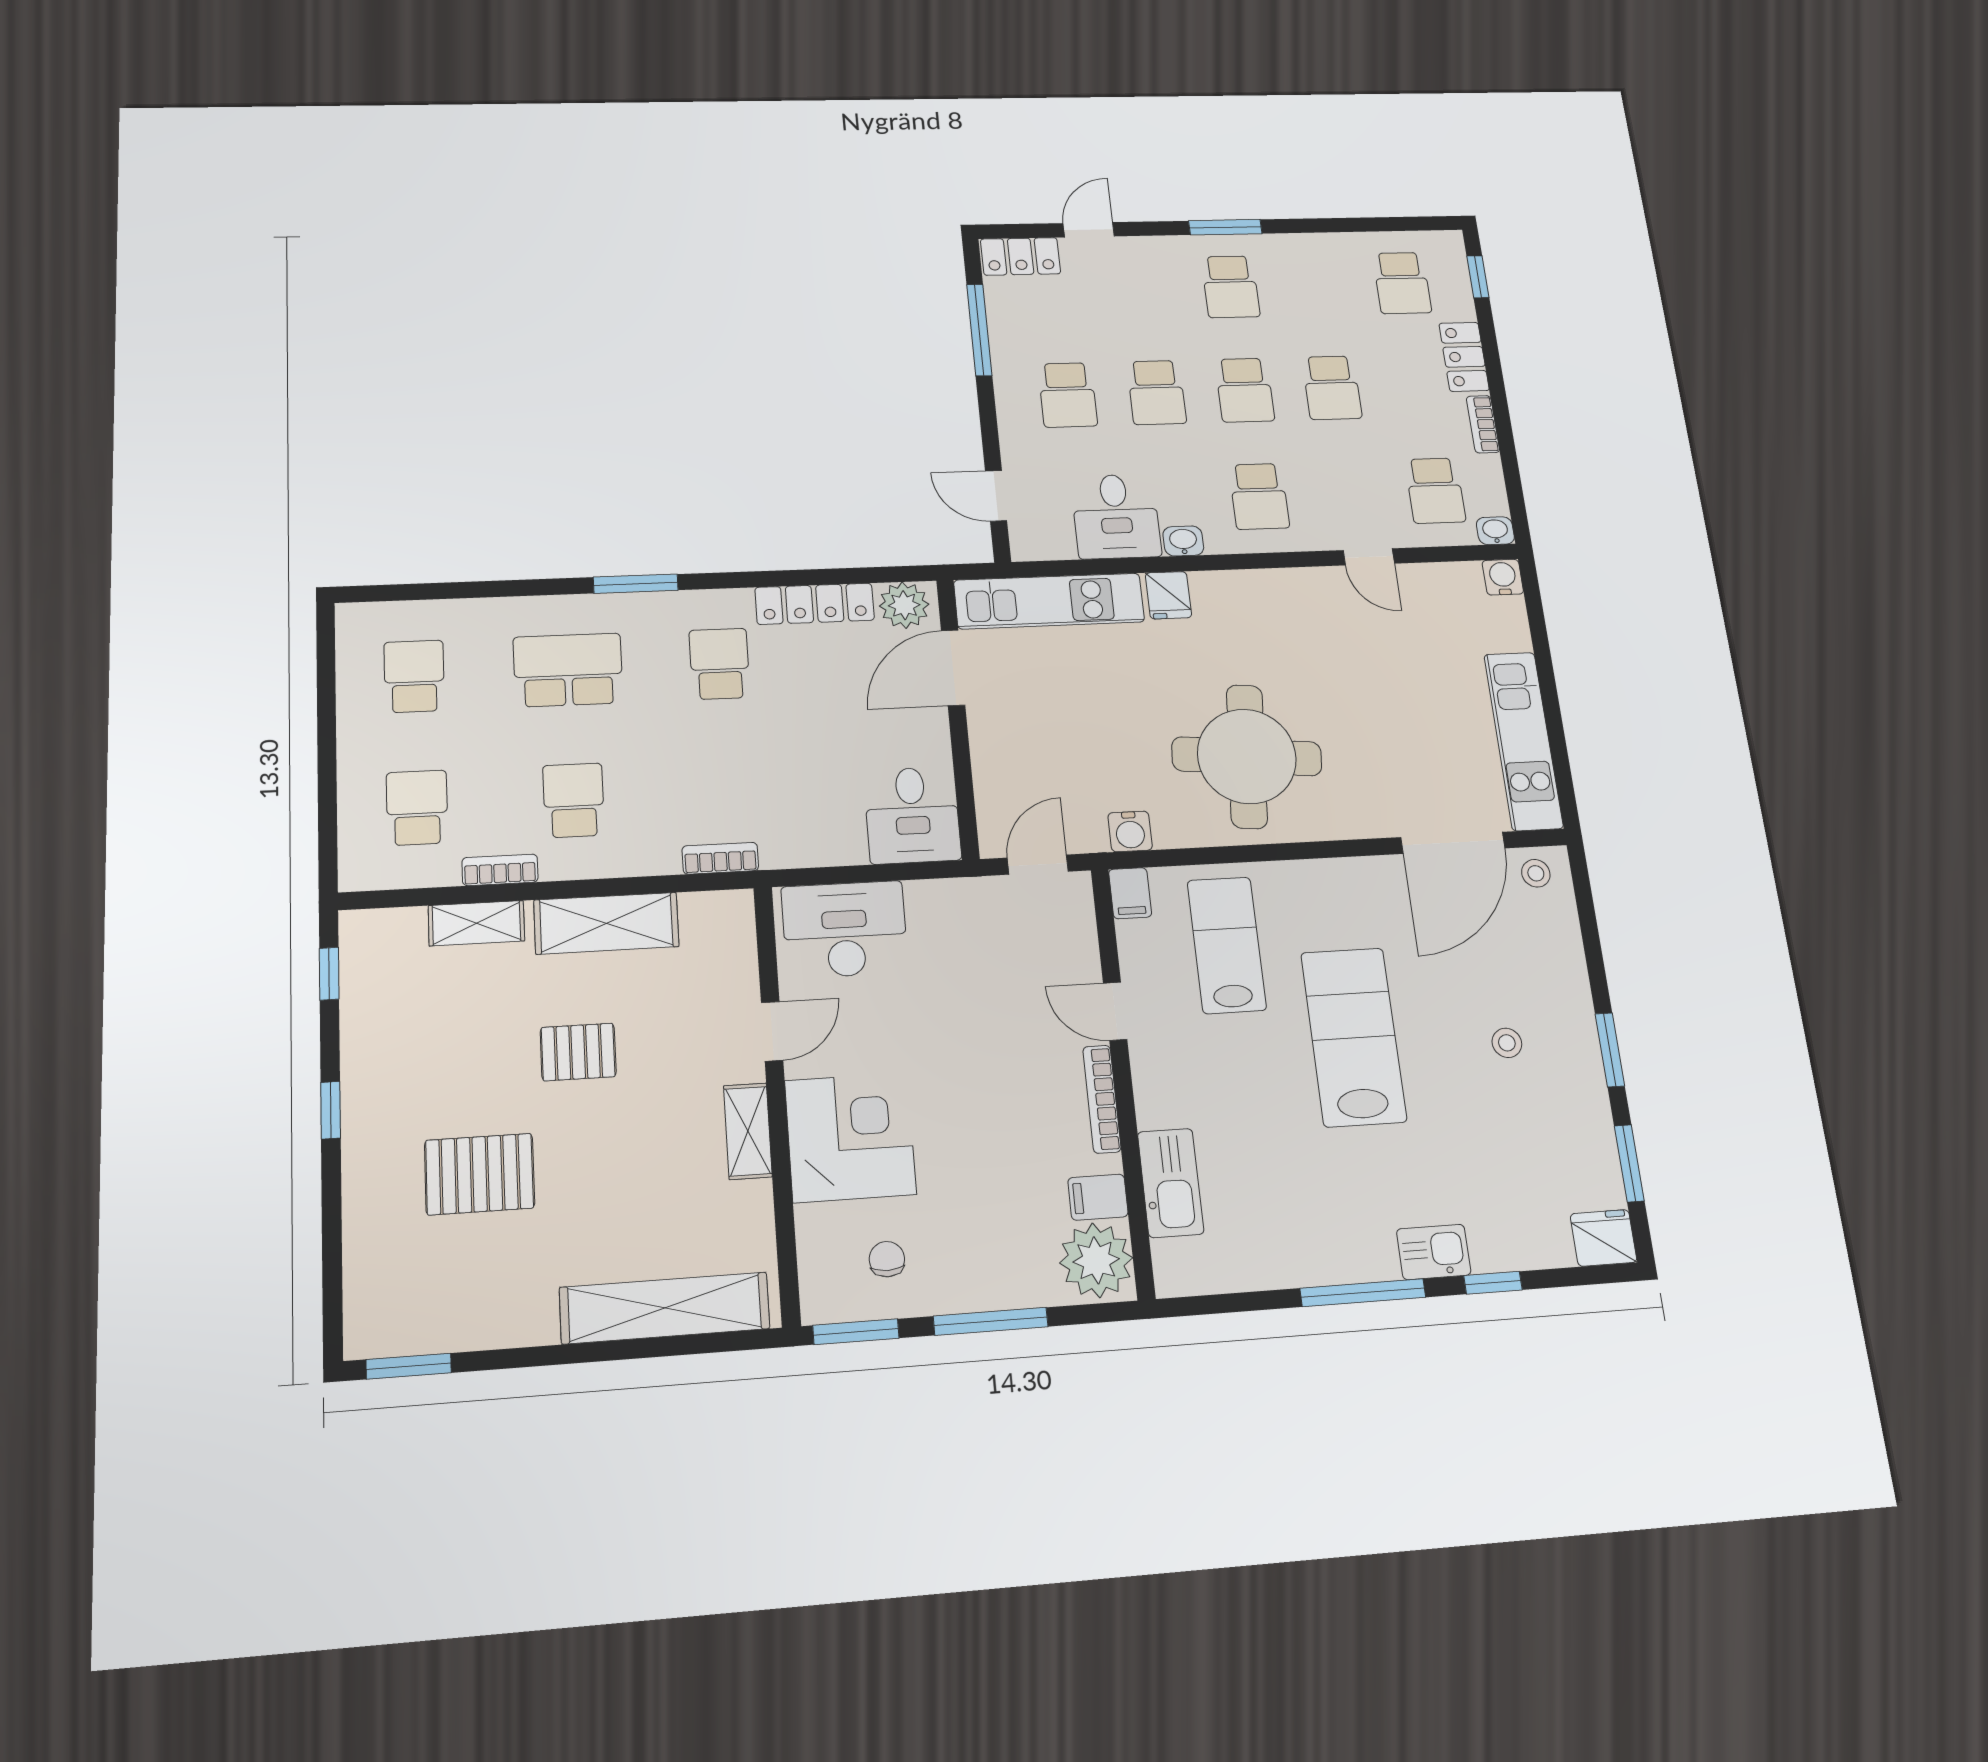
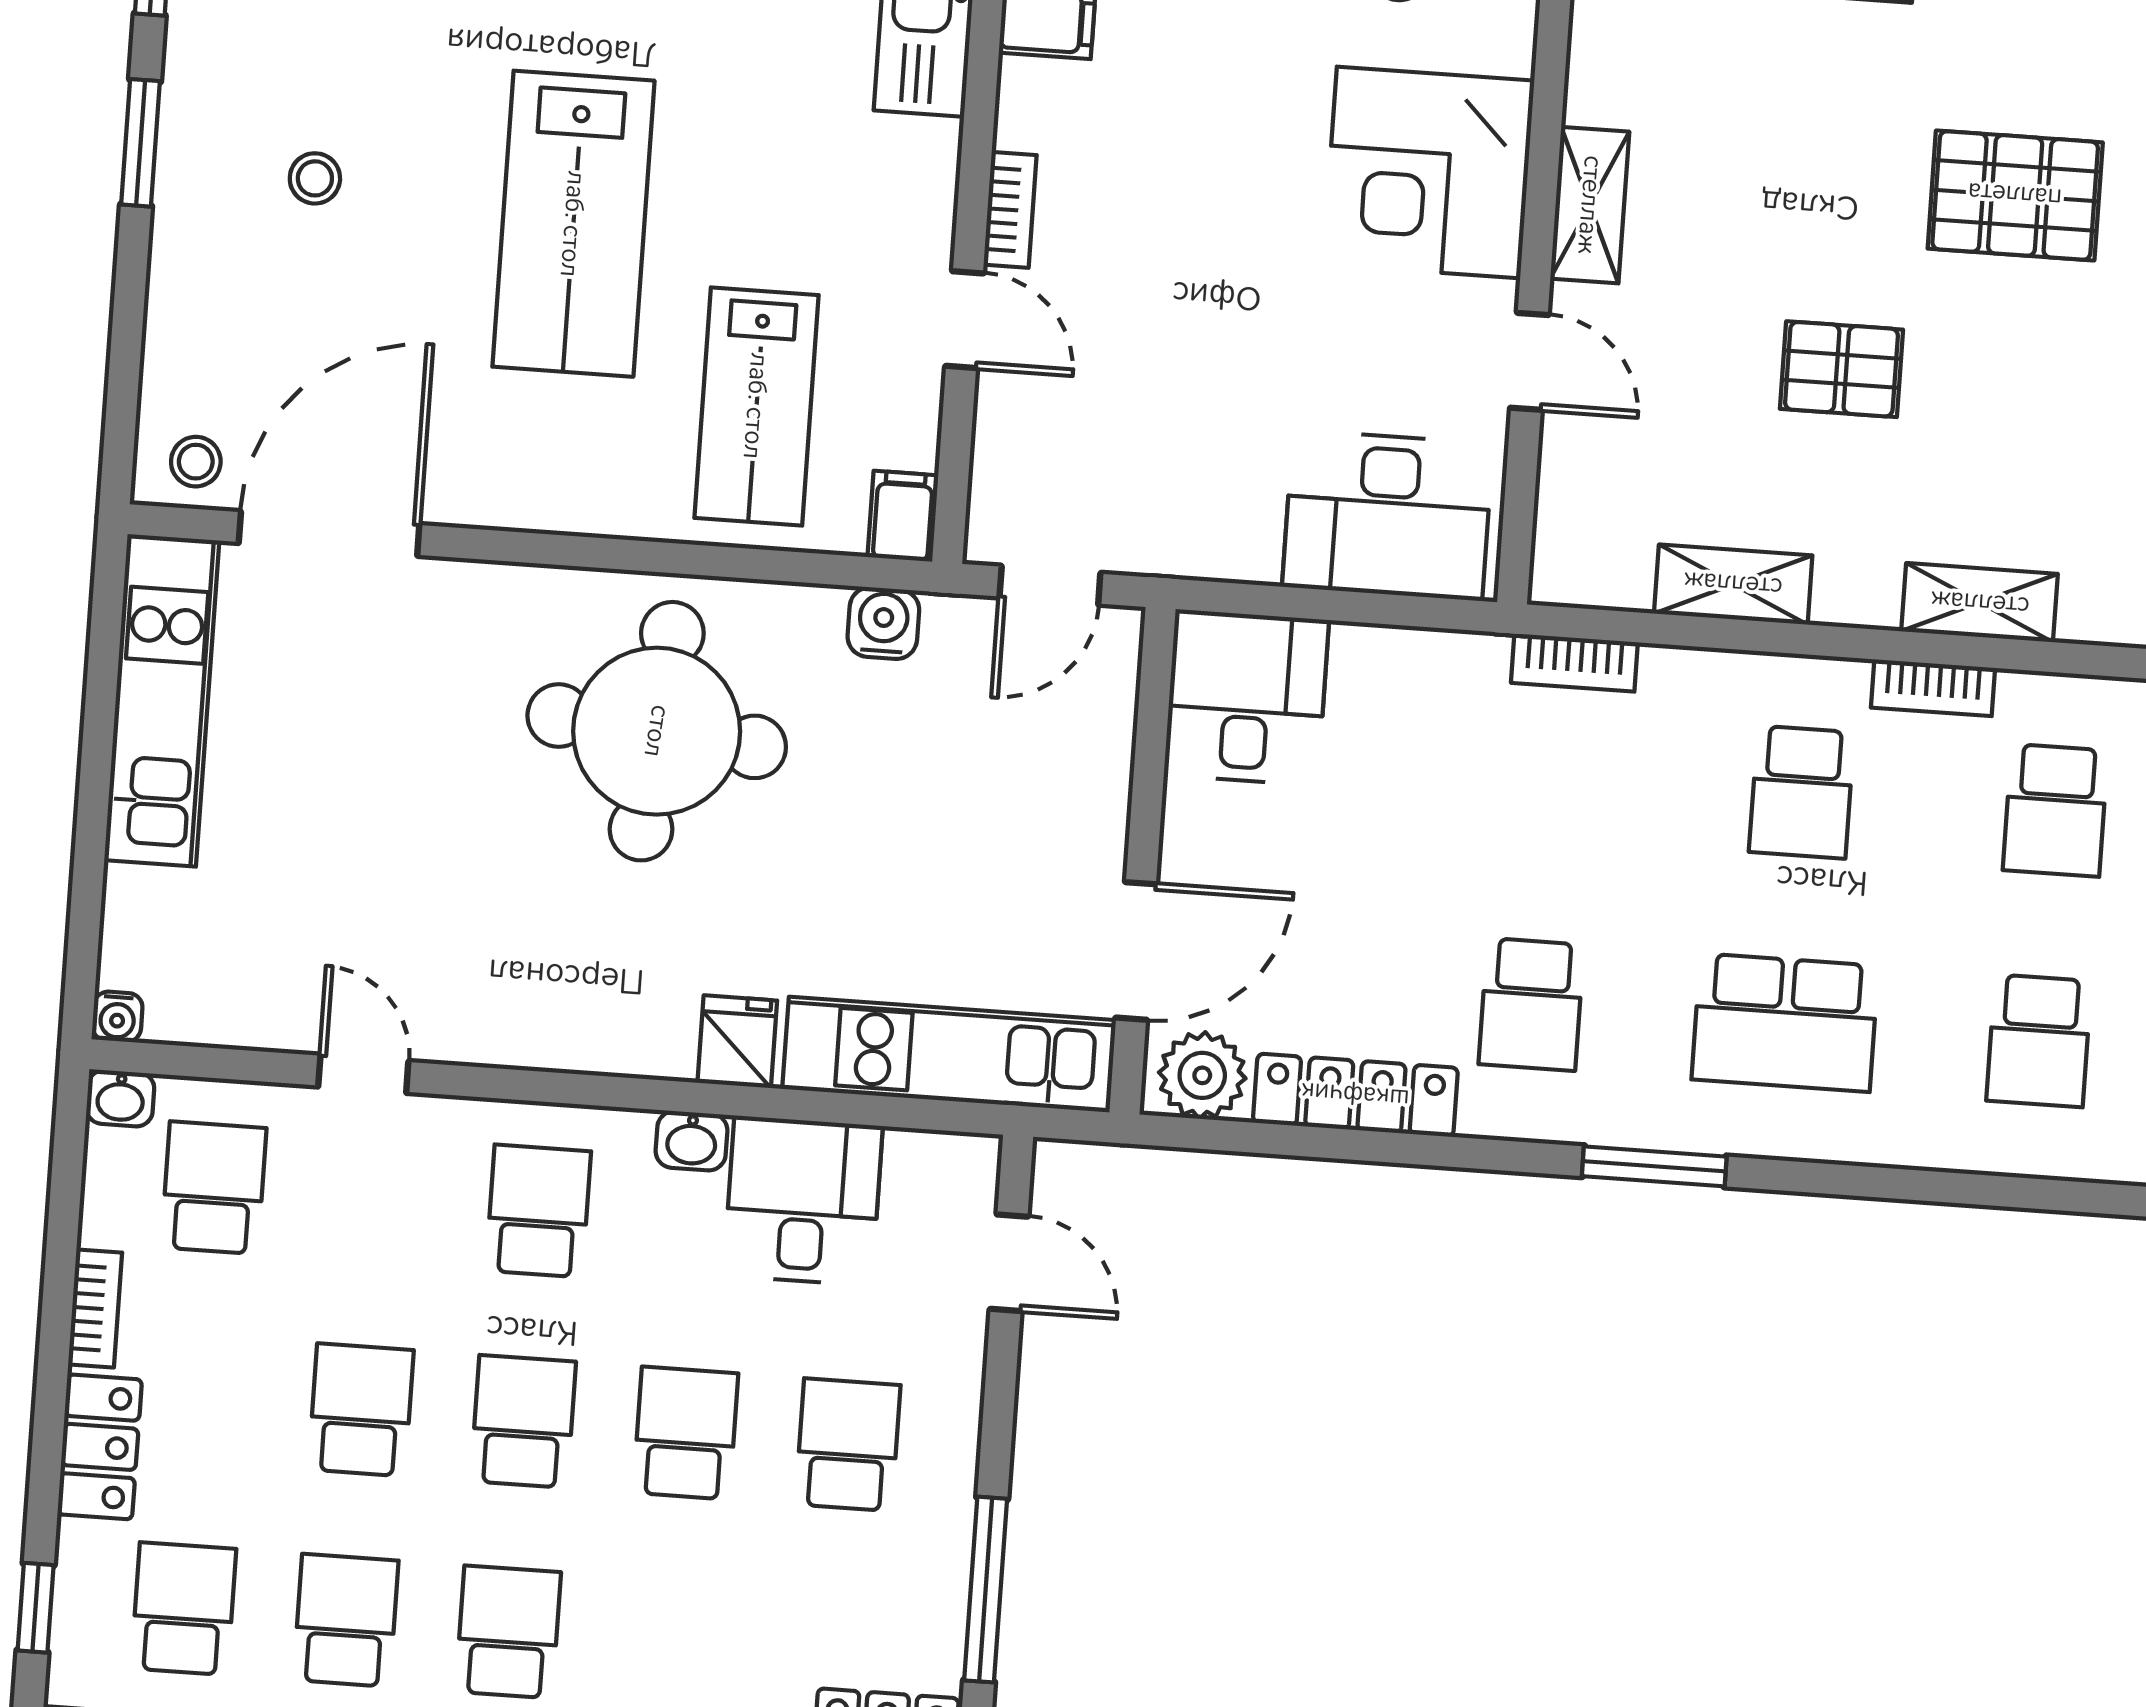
school desk: (1317, 285) -> (346, 1620), added
water cooler: (1503, 577) -> (117, 1017), width x0.72, depth x0.72
shelving: (606, 923) -> (1733, 584), width x0.67, depth x0.75
door: (772, 1031) -> (1529, 361), swing flipped
bookcase: (1102, 1099) -> (1010, 210), width x0.64

